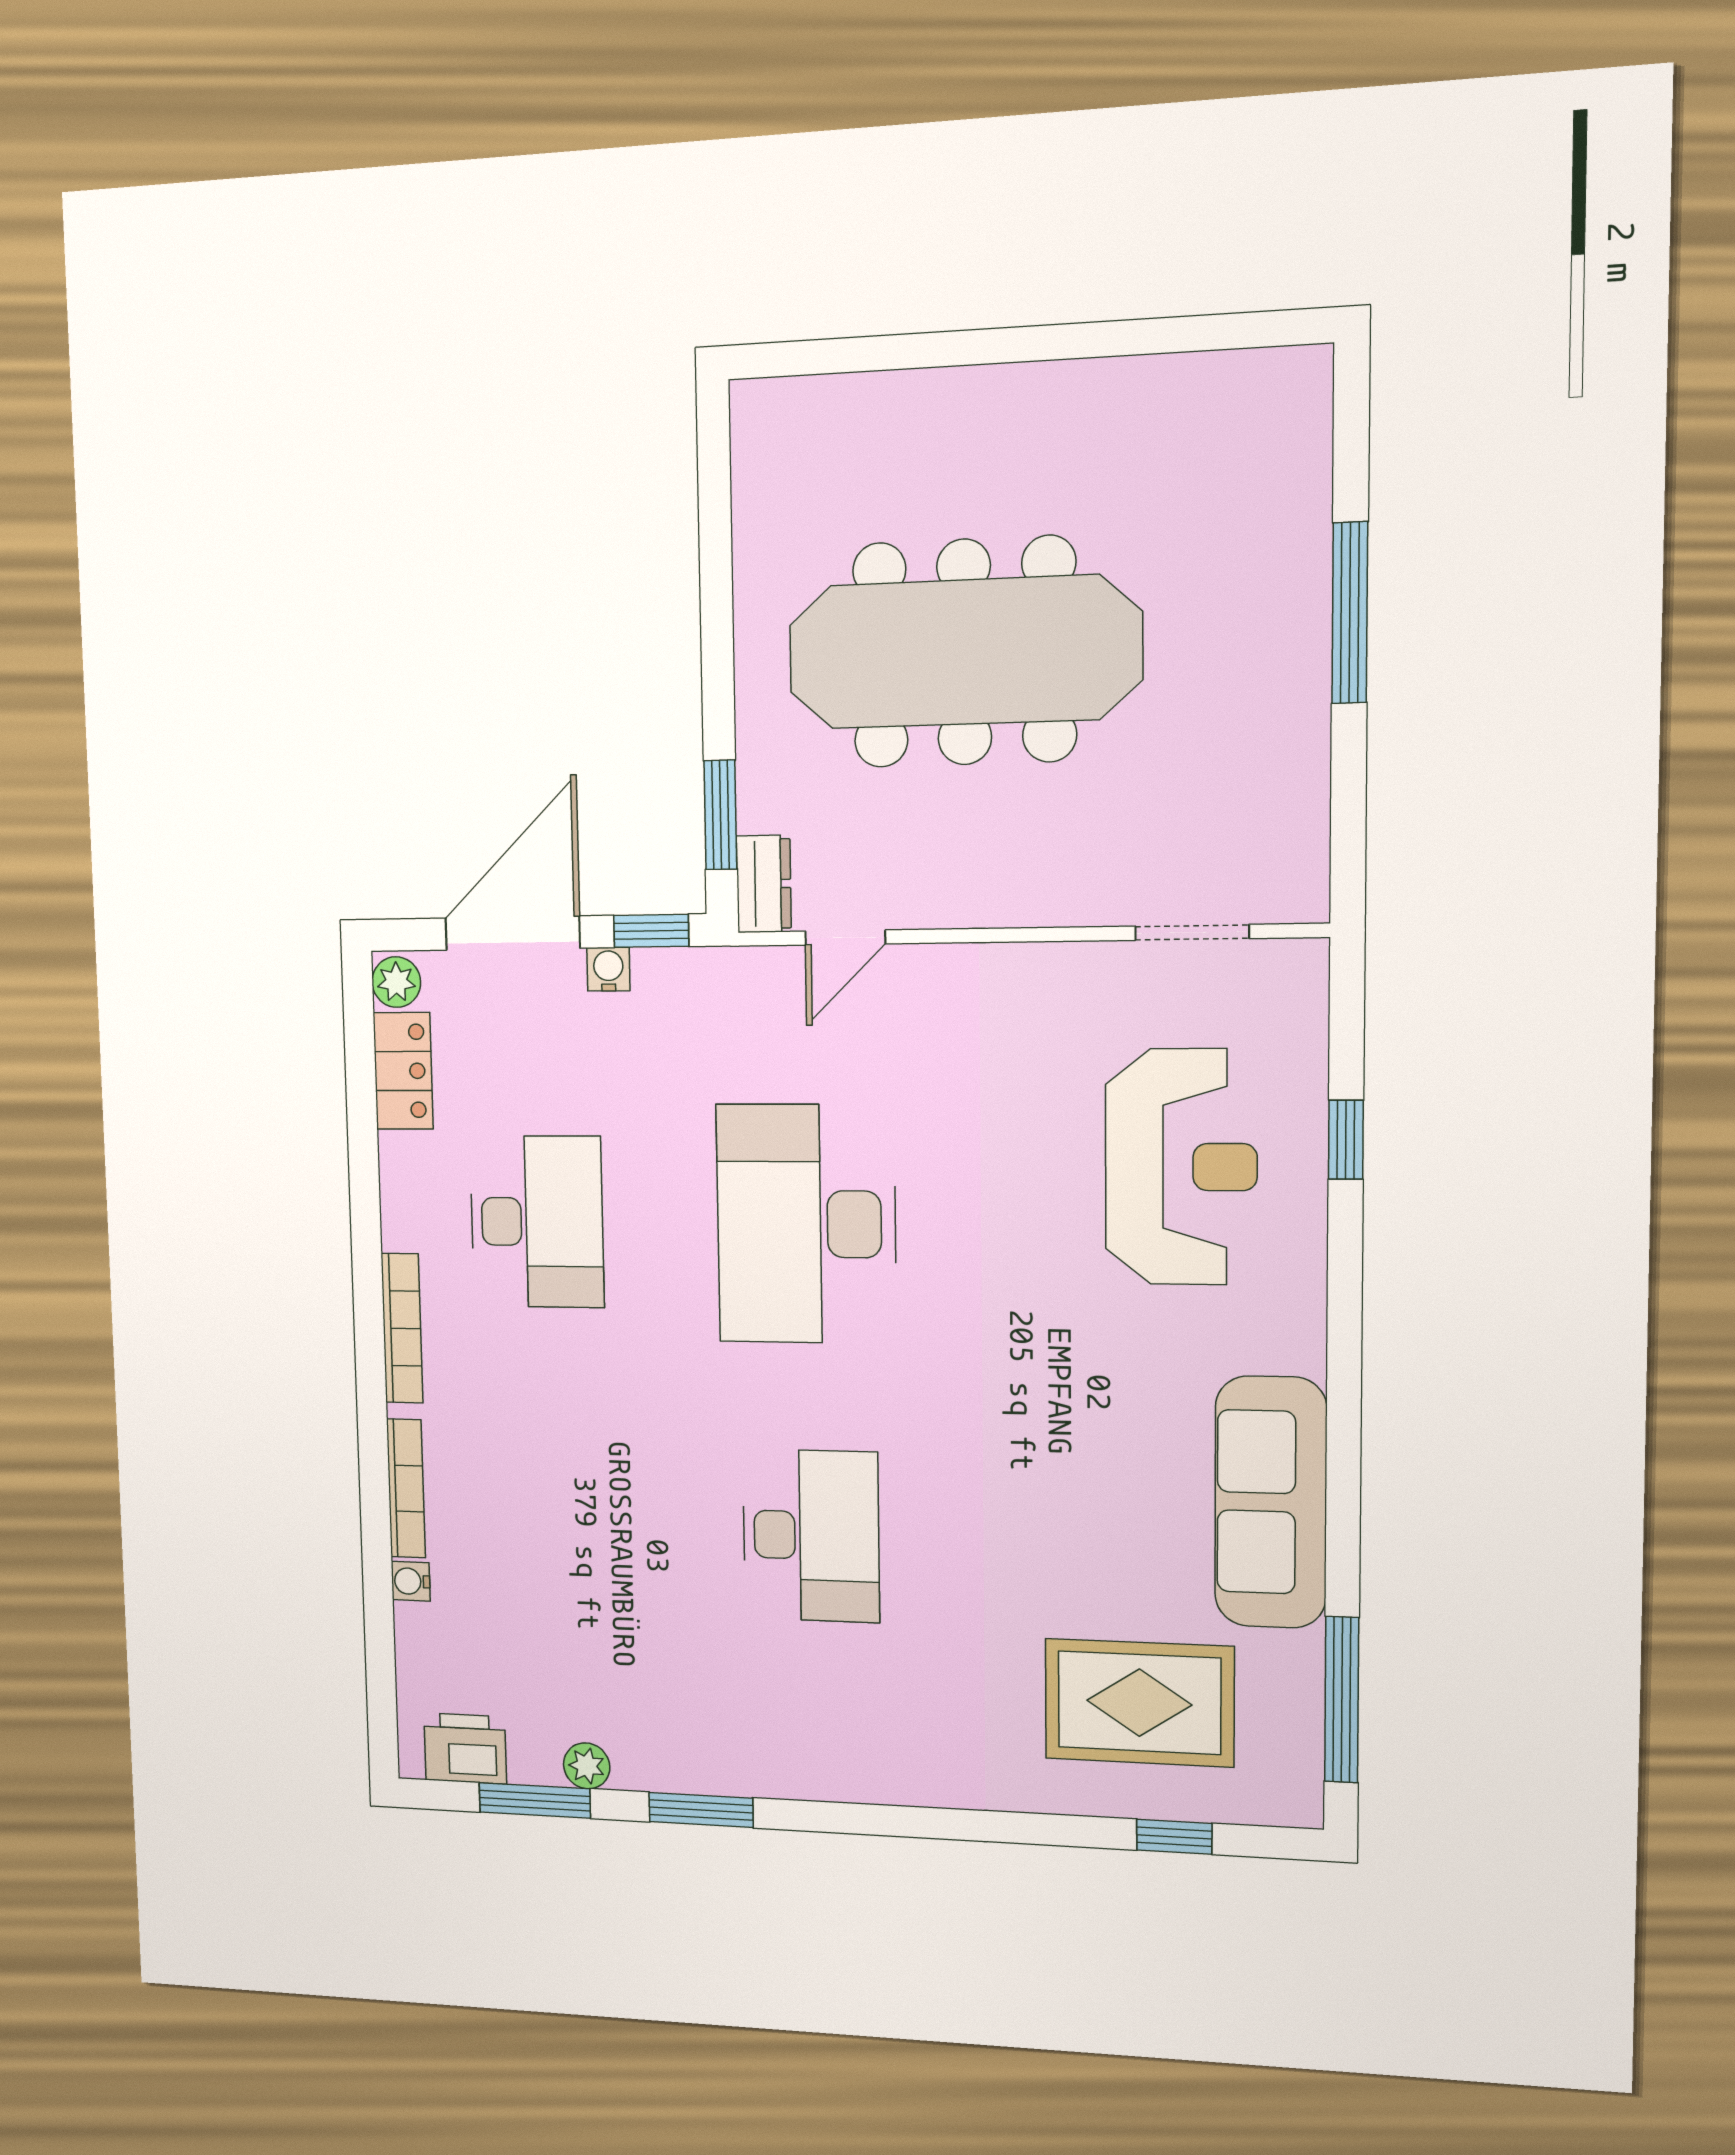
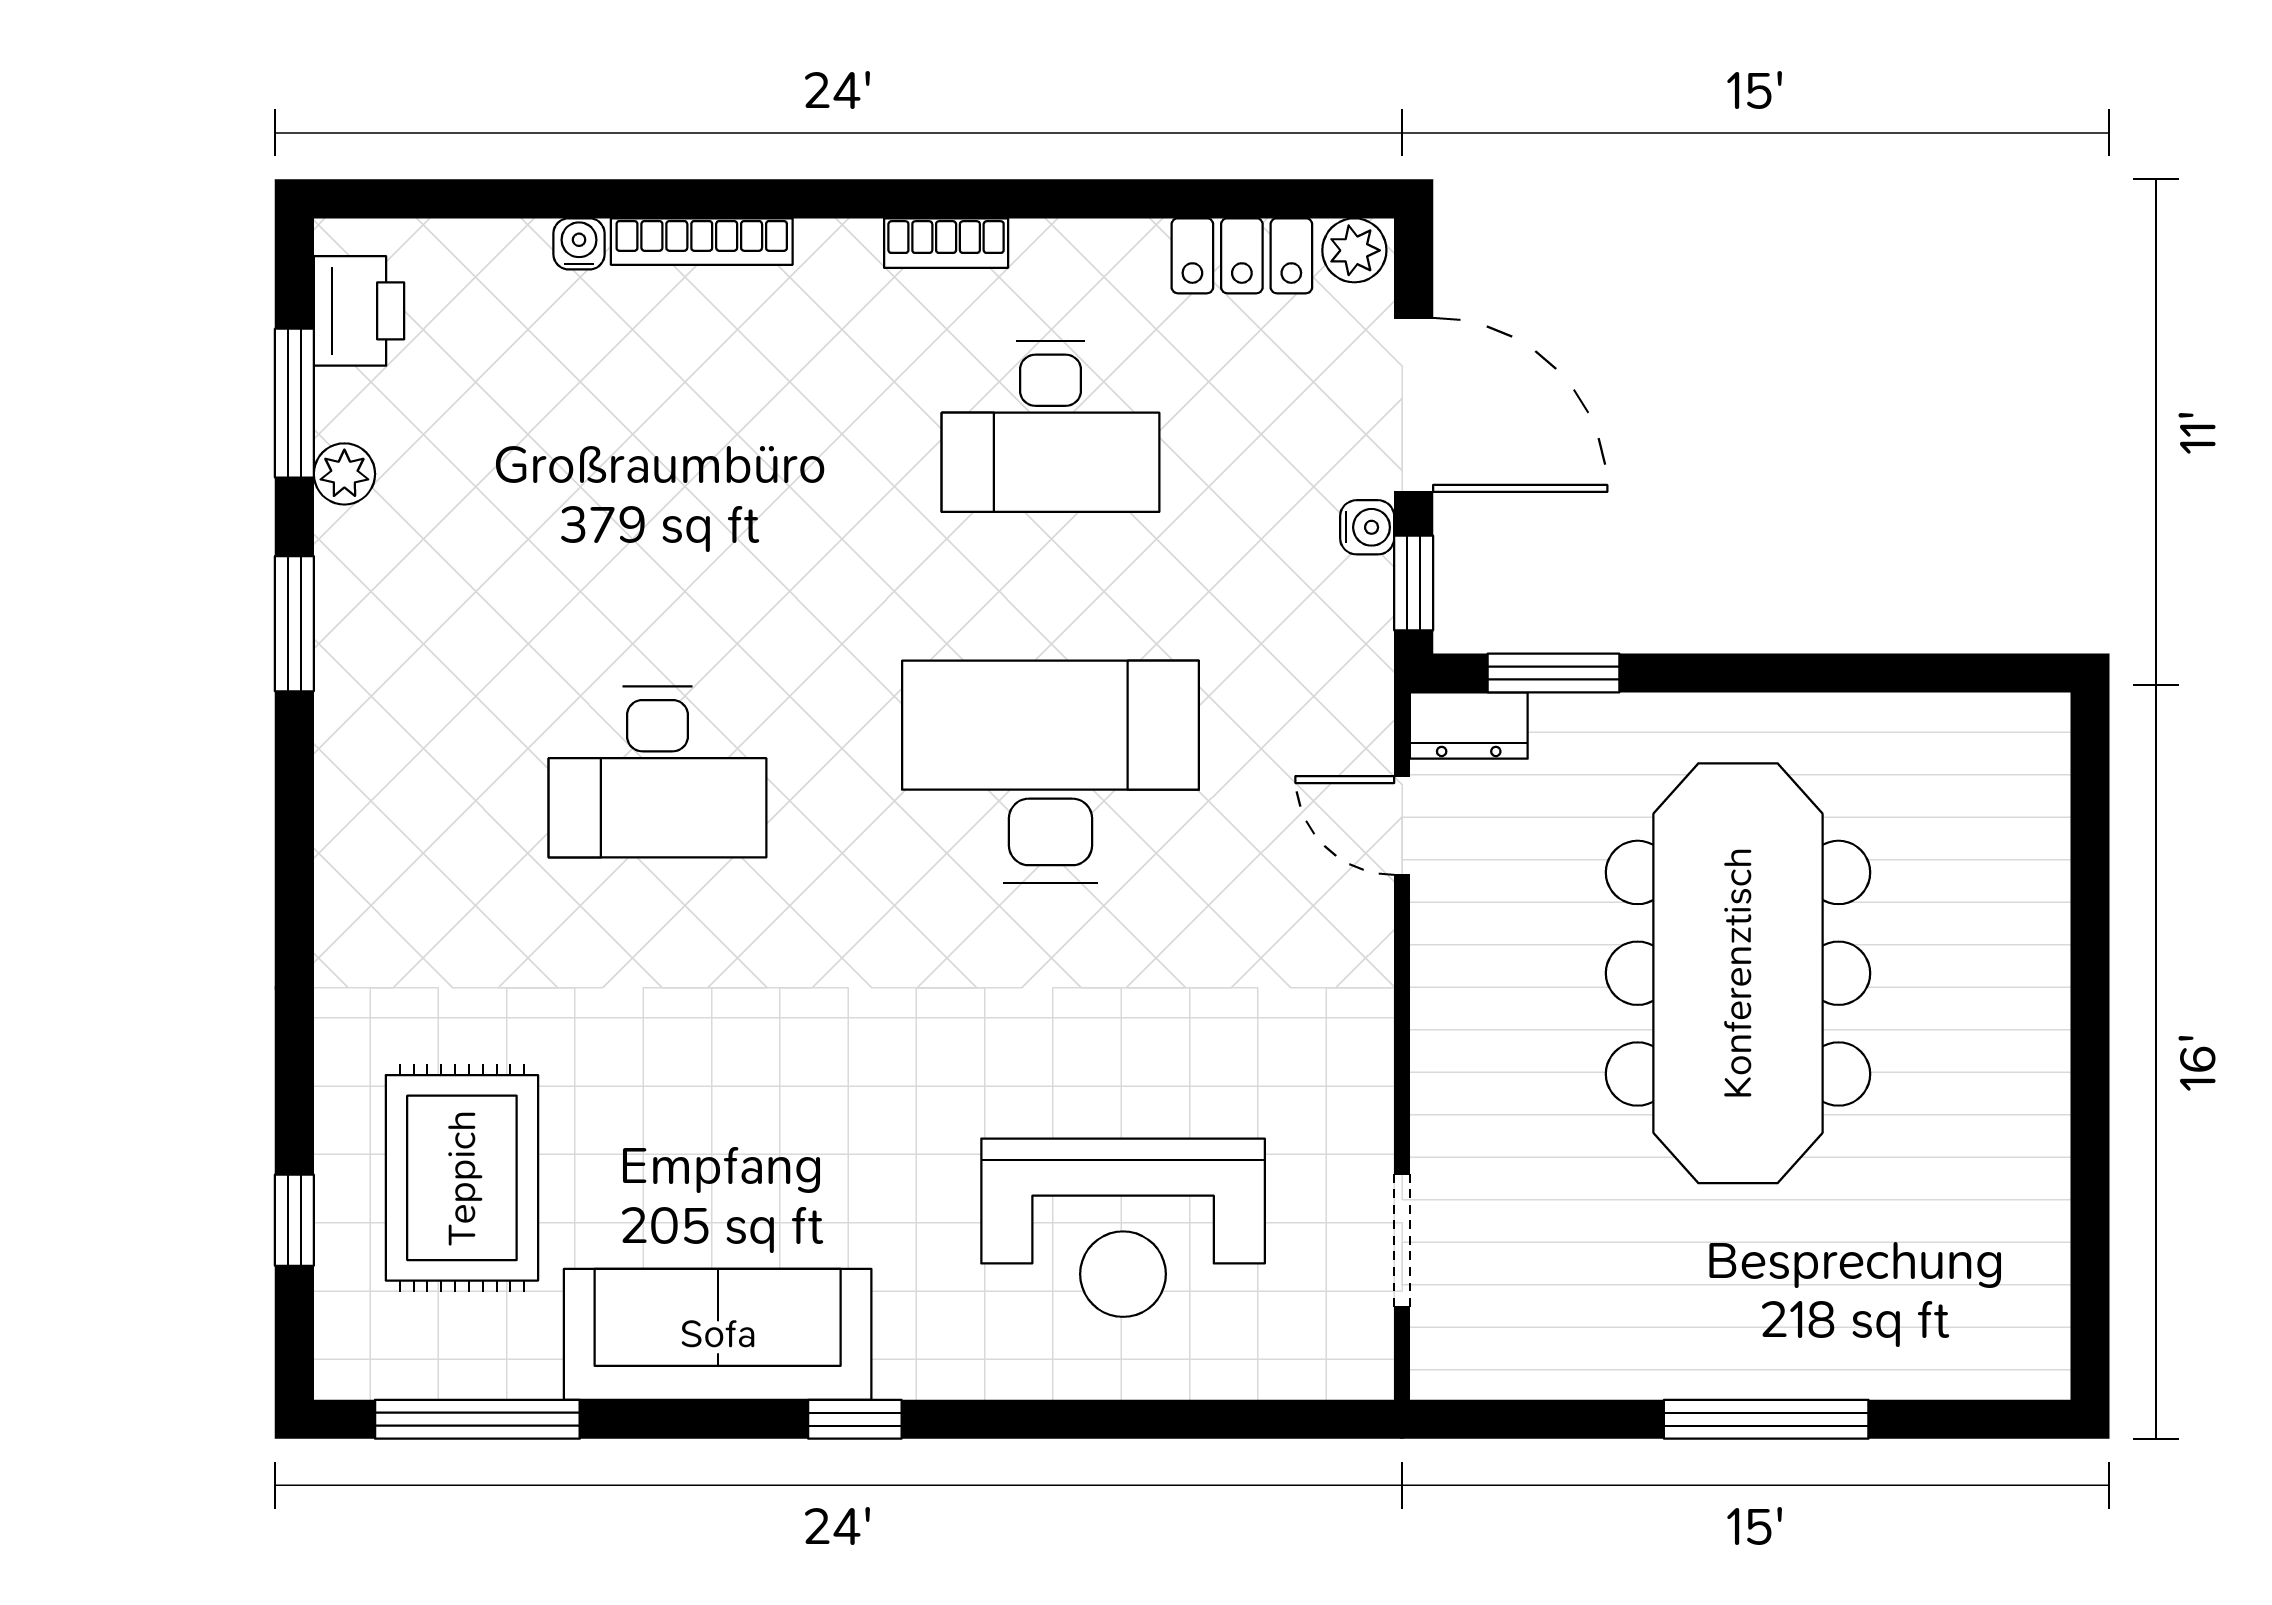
window: (1346, 1140) -> (855, 1419), moved
bookcase: (402, 1328) -> (946, 243), width x0.64

